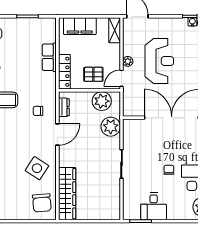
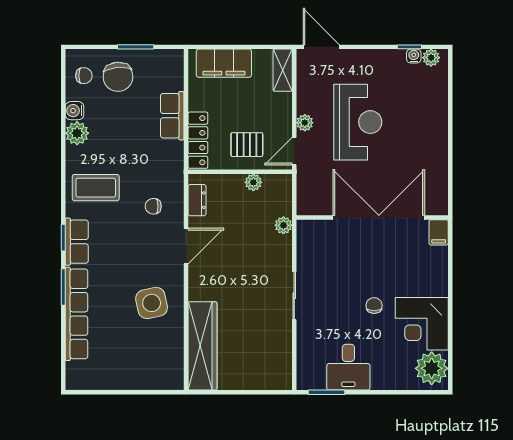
plant: (102, 101) -> (253, 182), width x0.53, depth x0.53
plant: (111, 127) -> (283, 225), width x0.53, depth x0.53
side table: (37, 168) -> (152, 303), turned 45
chair: (42, 203) -> (118, 77), moved

